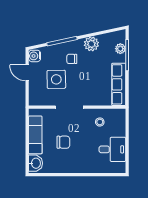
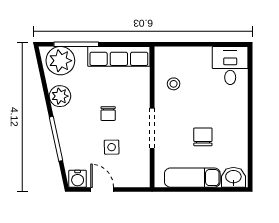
plant: (120, 49) -> (60, 61), width x1.87, depth x1.87
chair: (72, 59) -> (108, 114), moved
door: (27, 73) -> (102, 189), swing flipped
side table: (56, 79) -> (112, 147), width x0.54, depth x0.54
desk: (112, 149) -> (230, 66), moved

